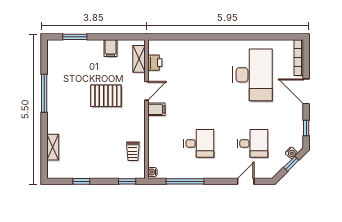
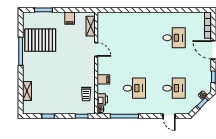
printer: (155, 63) -> (102, 99), moved
desk: (253, 75) -> (174, 38), width x0.53, depth x0.77
door: (146, 91) -> (96, 49), hinge flipped
pallet: (106, 96) -> (40, 40), moved, width x1.37, depth x1.41
filing cabinet: (156, 109) -> (103, 79), moved
door: (246, 181) -> (169, 116), swing flipped

